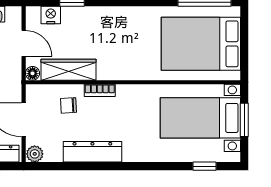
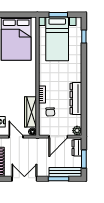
door: (24, 43) -> (16, 137), hinge flipped

